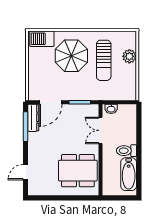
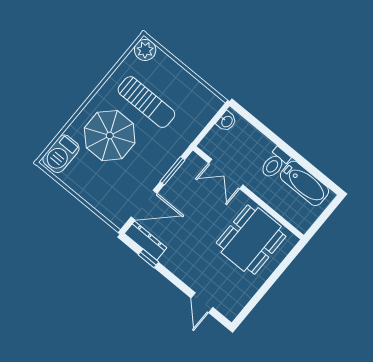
plant: (129, 56) -> (145, 50), moved
door: (51, 102) -> (144, 205), hinge flipped
washbasin: (111, 109) -> (227, 121), moved
window: (26, 127) -> (148, 258), width x0.46

